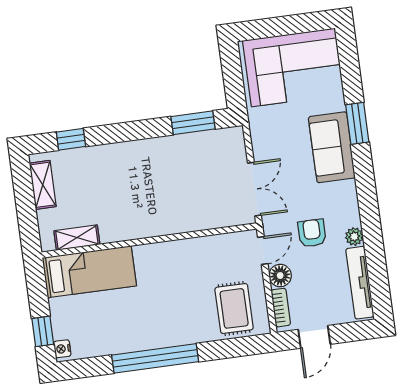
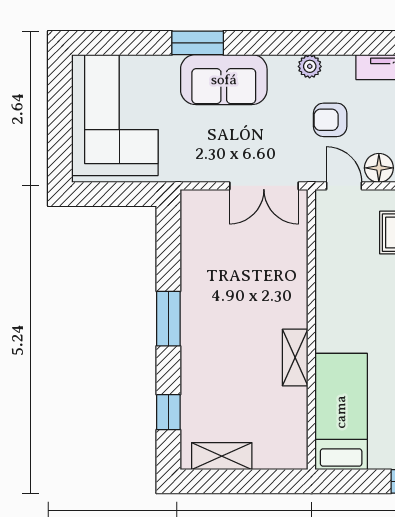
window: (193, 123) -> (168, 319), moved
double door: (254, 189) -> (264, 186), swing flipped
plant: (354, 237) -> (310, 66), moved
shelving: (77, 238) -> (295, 358), moved

